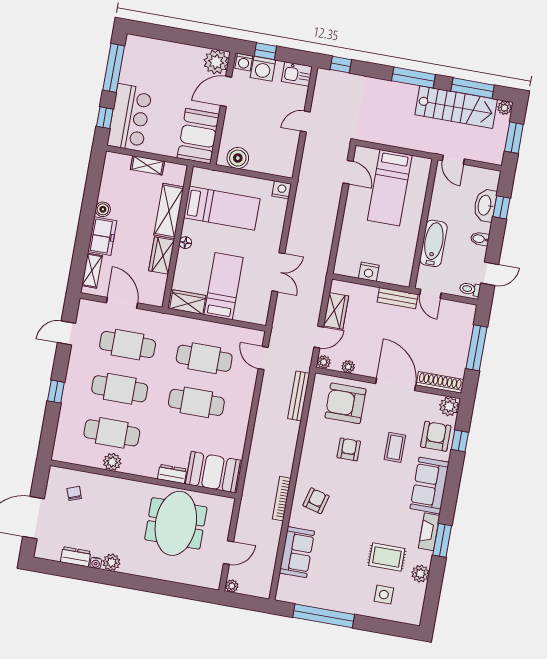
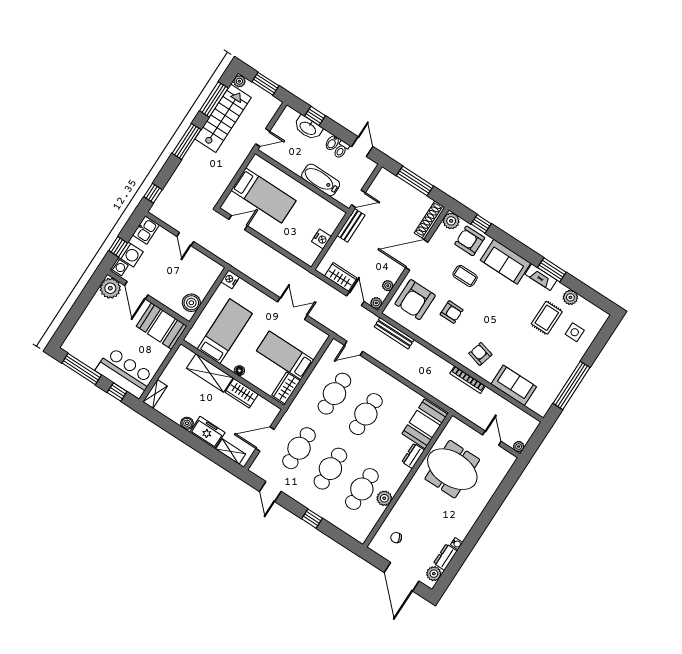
shelving: (147, 165) -> (155, 394), moved
toilet: (470, 289) -> (341, 150), moved
armchair: (349, 449) -> (452, 312), turned 180
plant: (112, 562) -> (434, 574), moved

